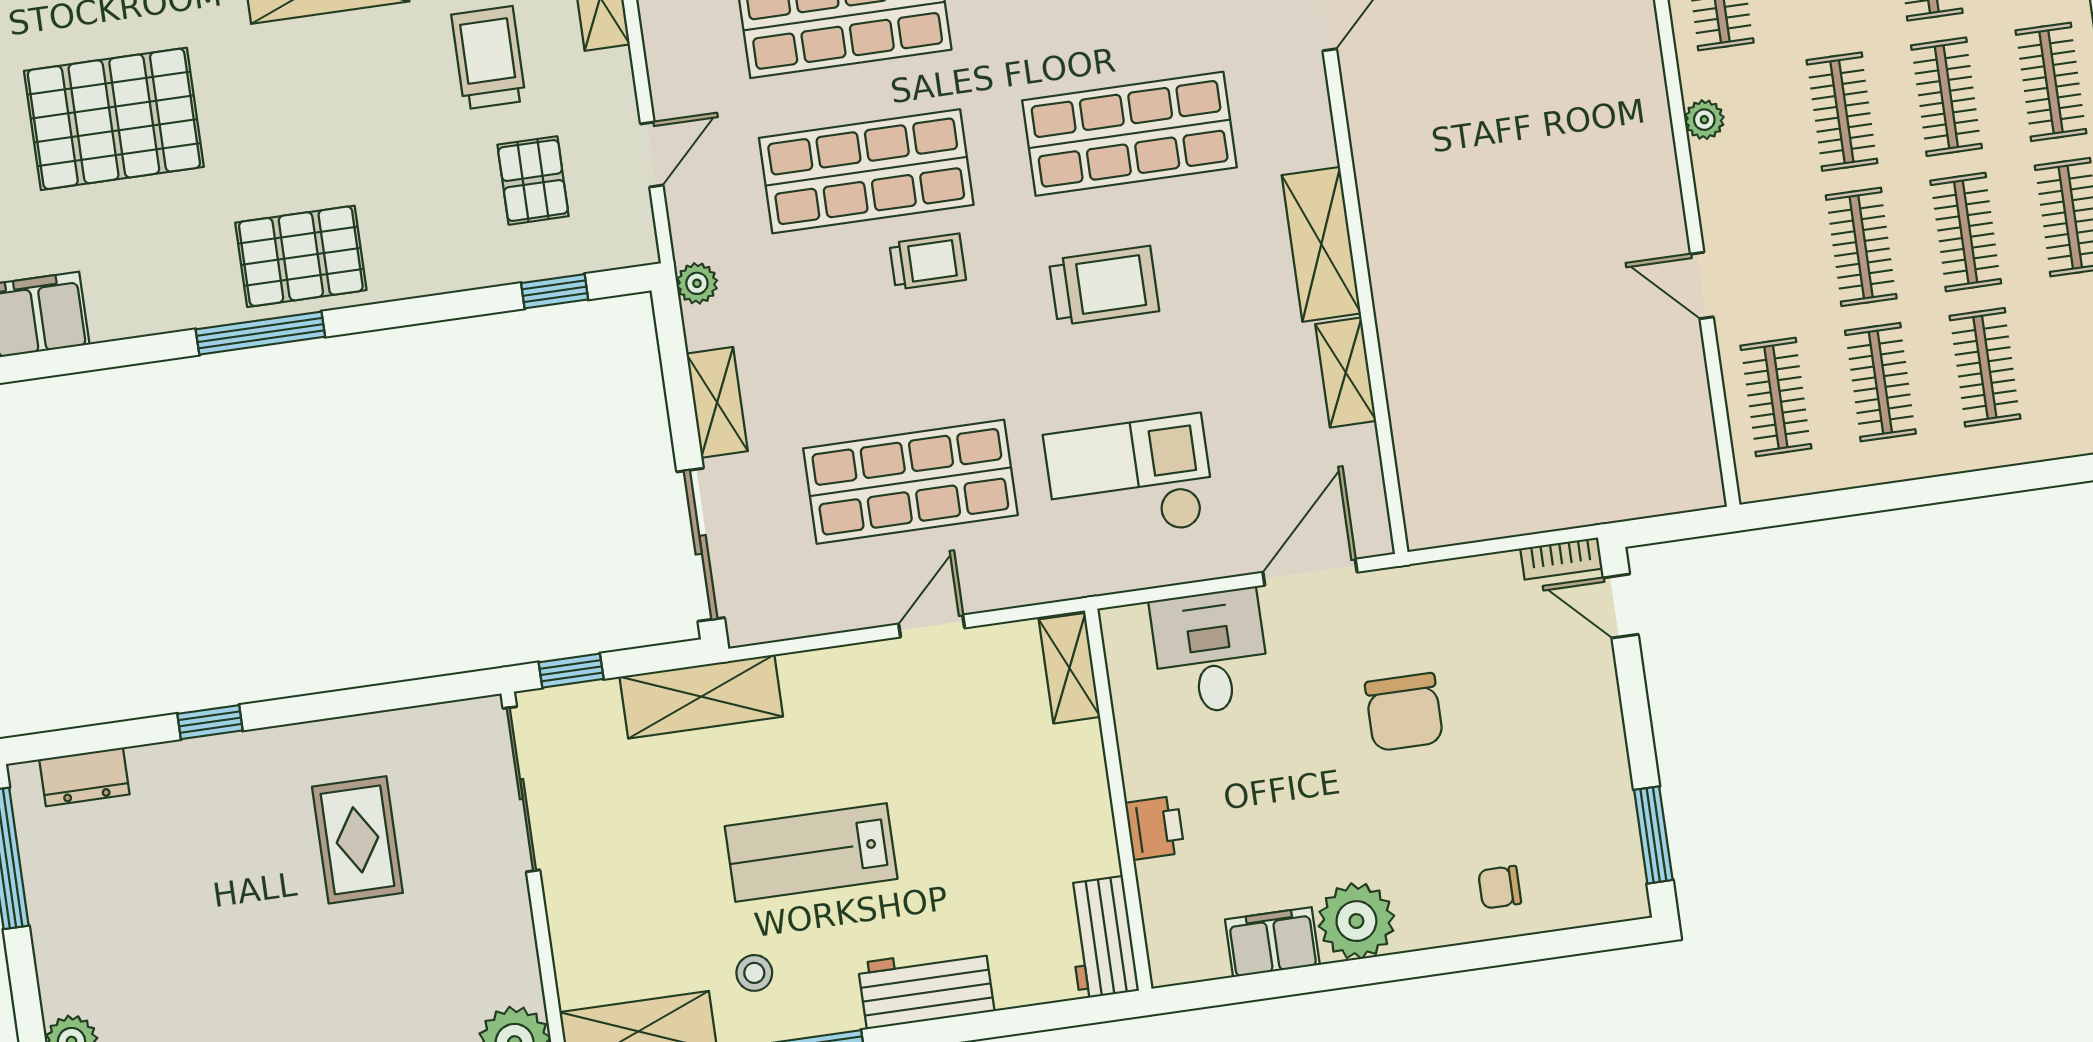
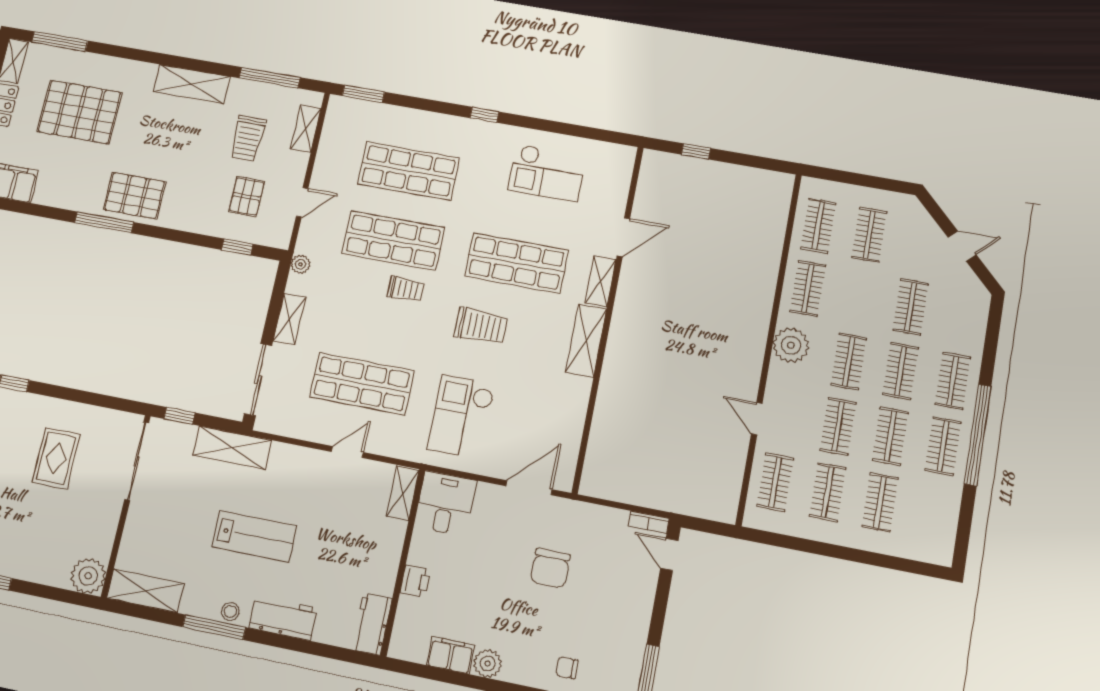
trolley: (489, 58) -> (248, 138), turned 180
plant: (1704, 120) -> (791, 345), width x1.88, depth x1.88
shelving: (1346, 373) -> (601, 281), moved
checkout: (1130, 479) -> (461, 417), turned -90
desk: (1210, 652) -> (445, 504), moved
lab bench: (811, 852) -> (254, 536), turned 180
plant: (1356, 921) -> (488, 663), width x0.73, depth x0.73
stool: (754, 973) -> (230, 611), moved

